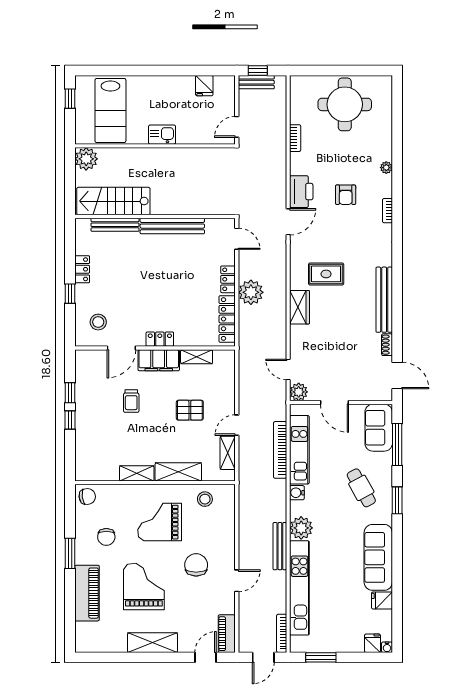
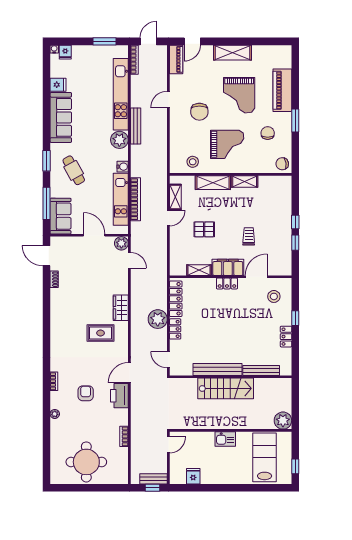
stairs: (113, 201) -> (226, 388), moved
bench: (384, 300) -> (56, 313), removed

